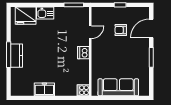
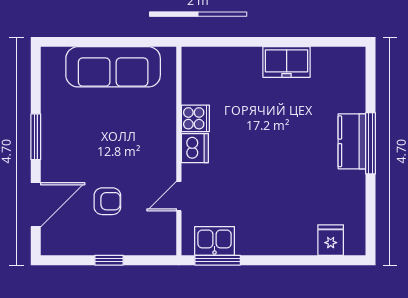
kitchen sink: (45, 13) -> (215, 241), moved
fridge: (26, 16) -> (331, 240), width x0.53, depth x0.75
cooker: (83, 90) -> (195, 118), moved

